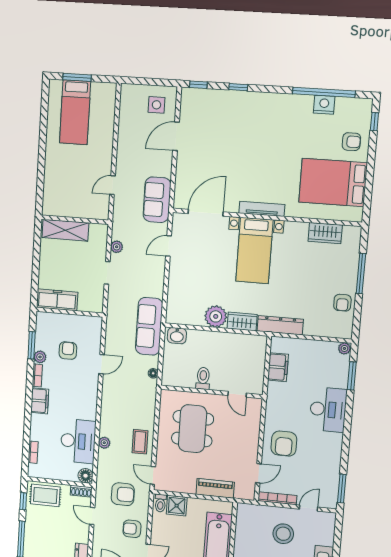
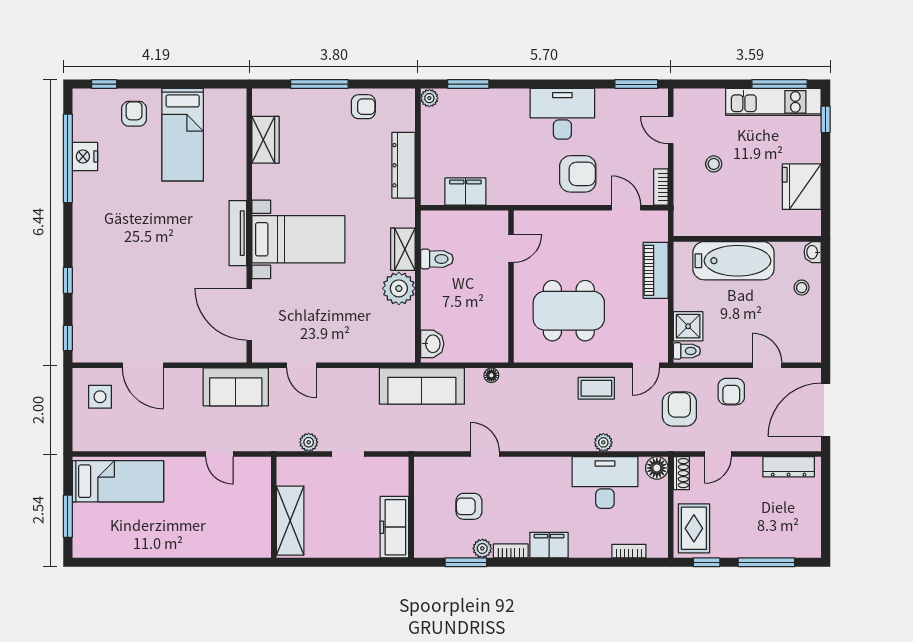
bed: (75, 112) -> (118, 481), moved
bed: (333, 182) -> (183, 135), width x0.67
dresser: (280, 325) -> (404, 165), moved
toilet: (203, 378) -> (437, 259), moved, turned 180
desk: (328, 410) -> (562, 114), moved
bookcase: (277, 498) -> (661, 187), width x0.64
stool: (283, 534) -> (714, 164), width x0.53, depth x0.53

